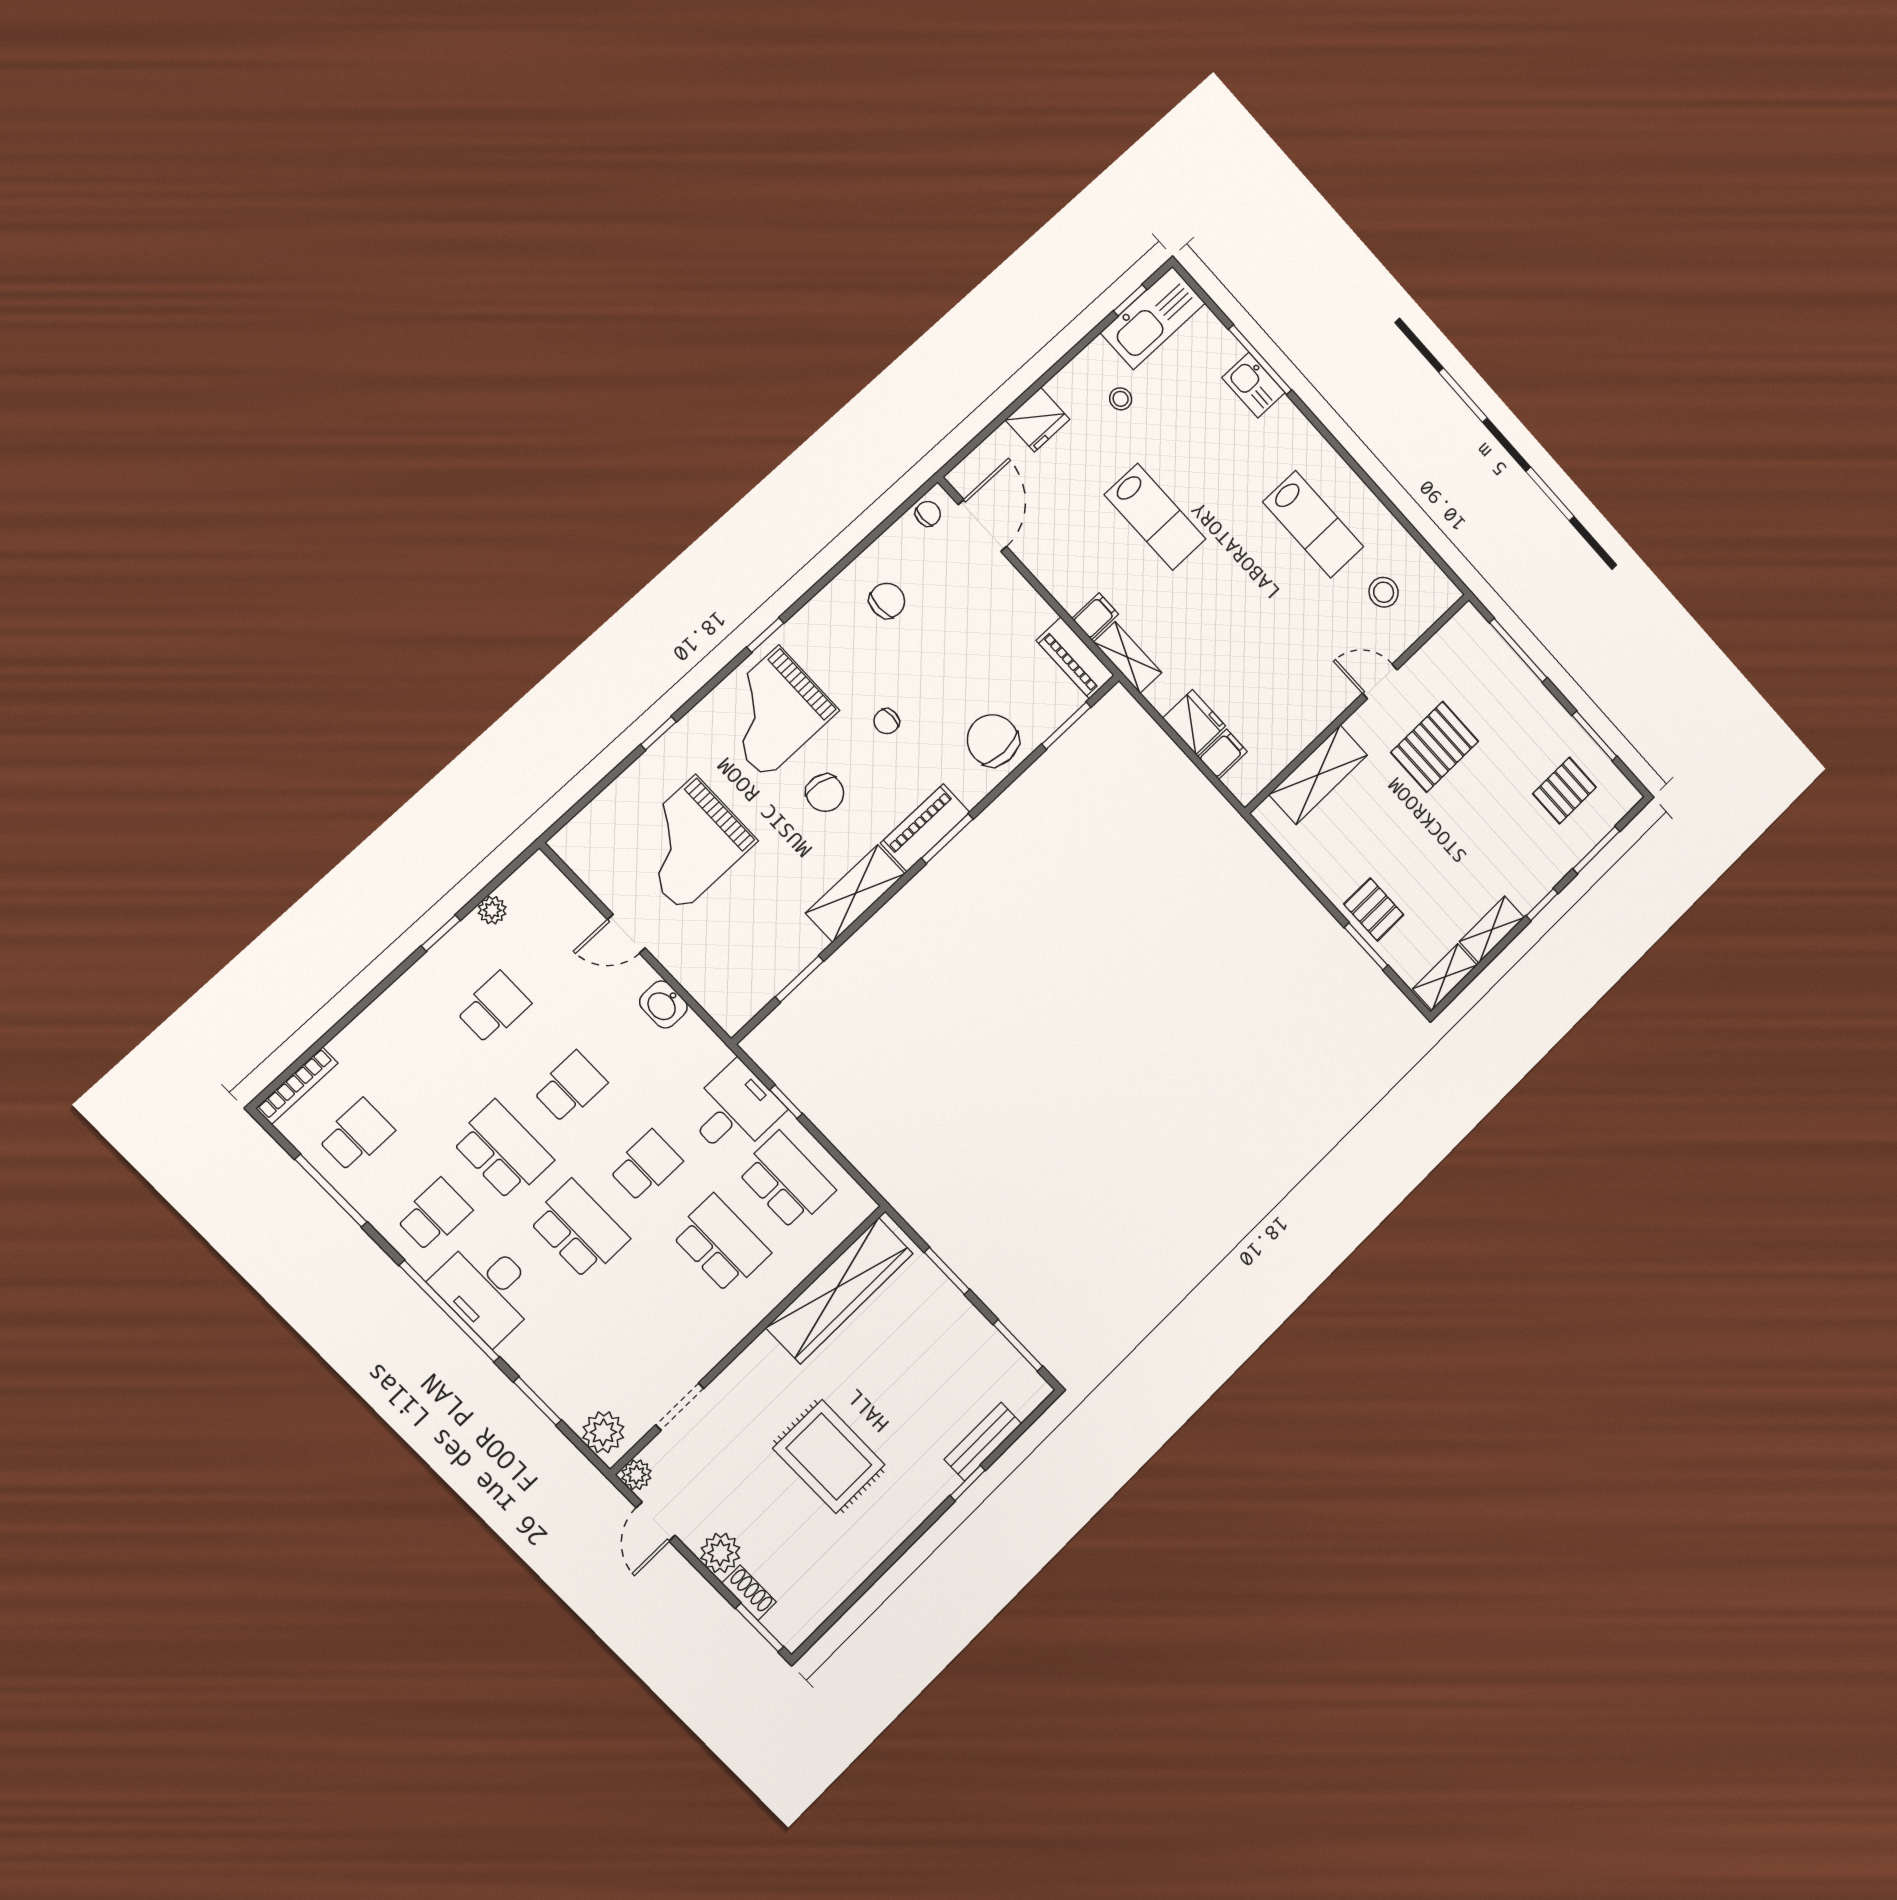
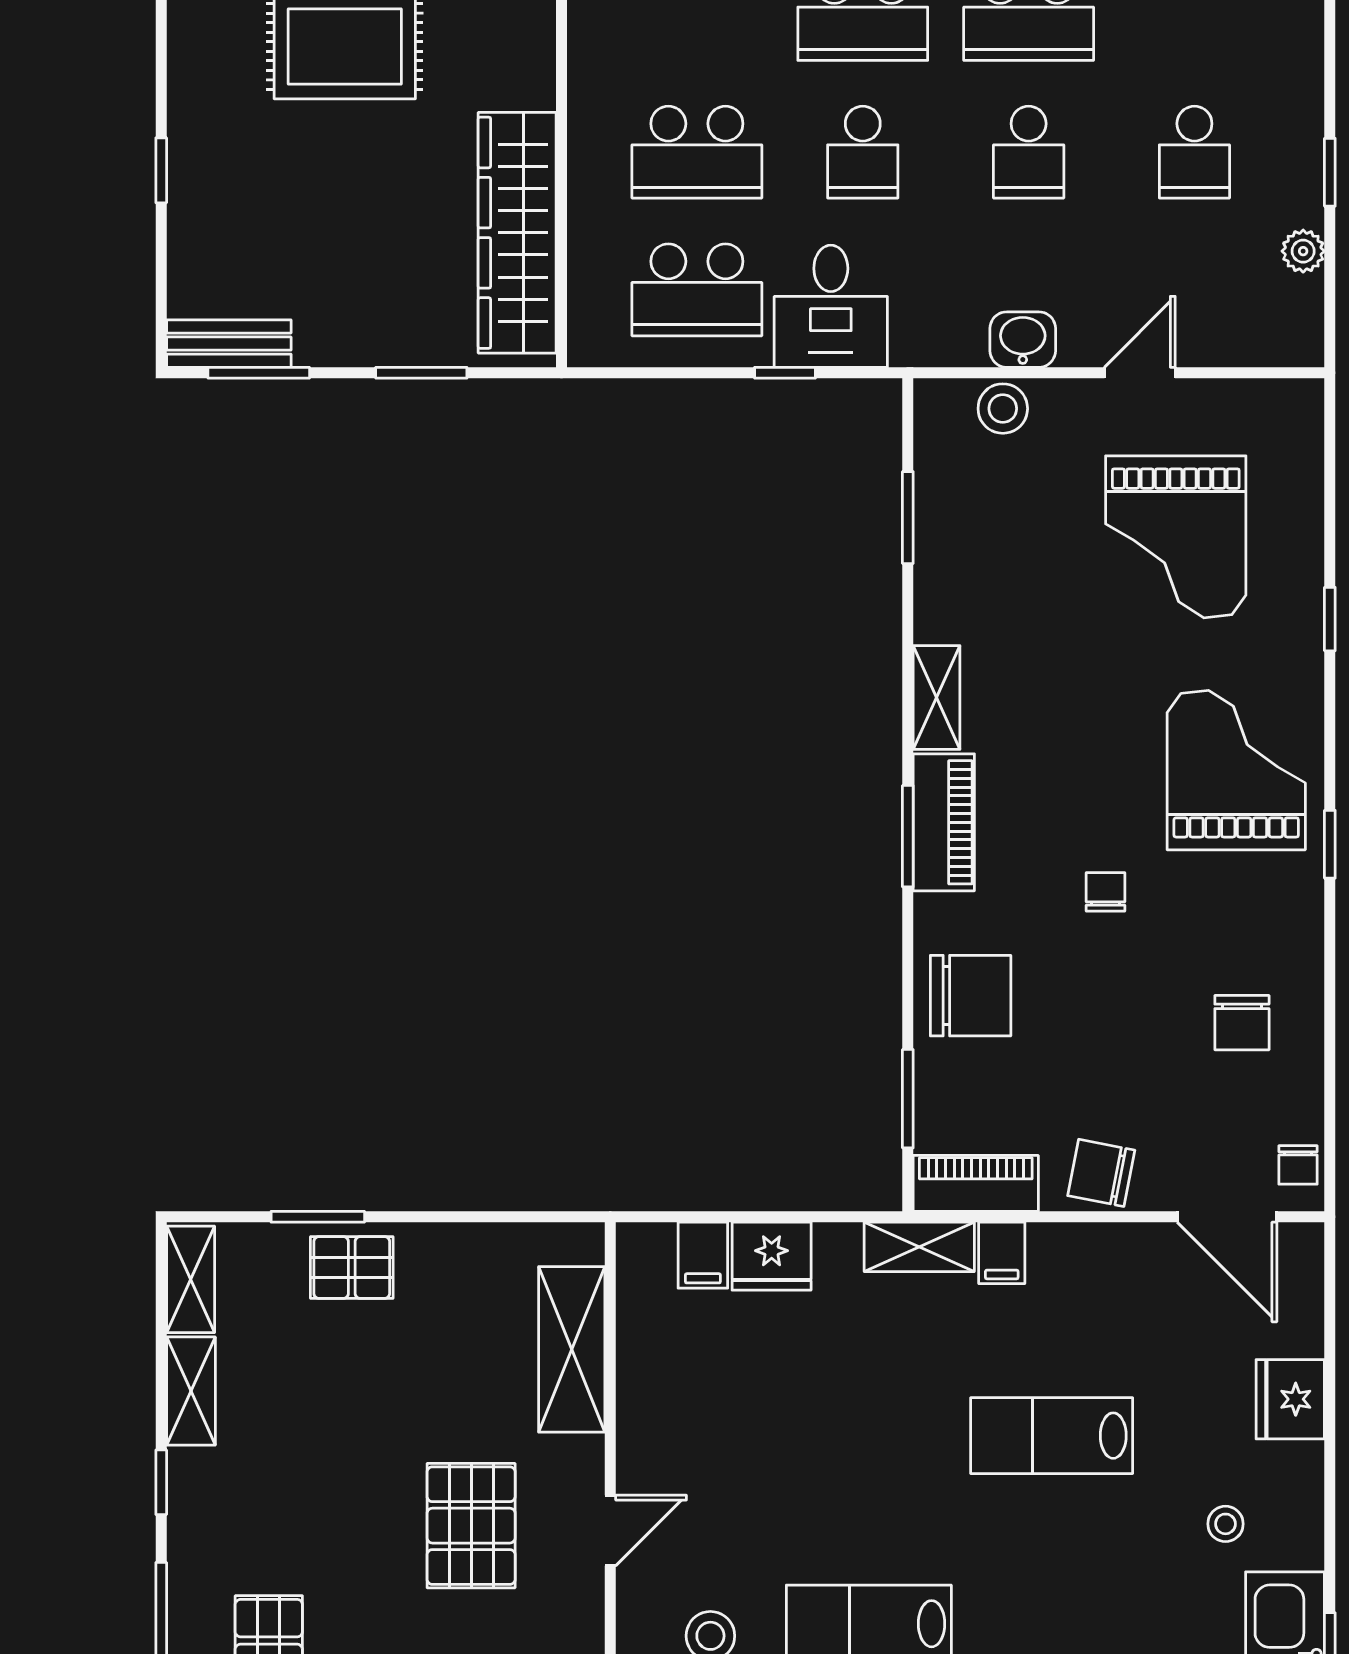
chair: (825, 793) -> (1101, 1173), moved
grand piano: (689, 843) -> (1176, 537), turned 180
shelving: (855, 893) -> (937, 698), width x0.67, depth x0.75
stool: (705, 983) -> (1003, 409), added
bench: (983, 1442) -> (229, 344), moved, turned 90

